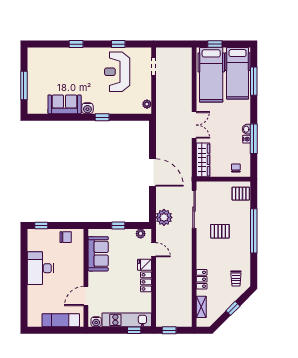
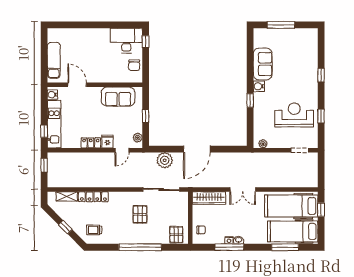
plant: (164, 217) -> (165, 160), moved
desk: (40, 268) -> (126, 41), moved
locker: (202, 279) -> (93, 197), width x1.53

